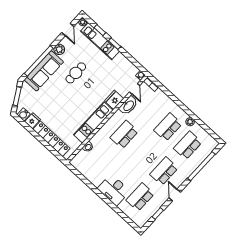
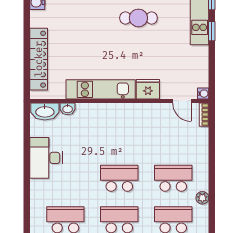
door: (135, 89) -> (182, 101), hinge flipped
washbasin: (128, 106) -> (45, 111), moved
fridge: (32, 121) -> (39, 19), removed
school desk: (124, 135) -> (119, 178), moved
desk: (114, 190) -> (46, 158), moved

